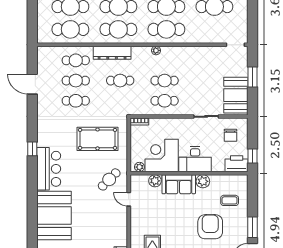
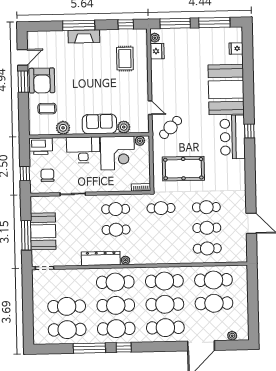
dresser: (112, 53) -> (101, 258), moved
window: (253, 77) -> (26, 235), width x1.44
cafe table: (120, 81) -> (161, 208), moved
booth: (236, 95) -> (43, 231), moved
window: (32, 149) -> (249, 131), moved
window: (253, 156) -> (25, 174), moved
plant: (203, 181) -> (63, 128), moved
armchair: (210, 227) -> (42, 81), moved

